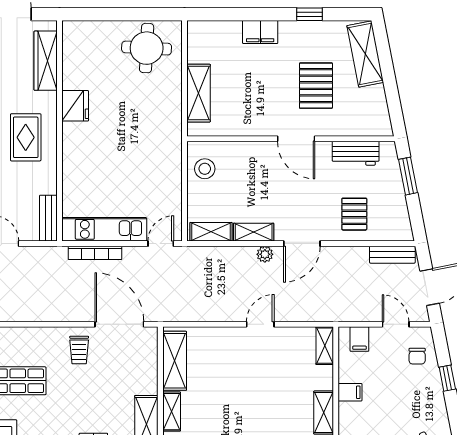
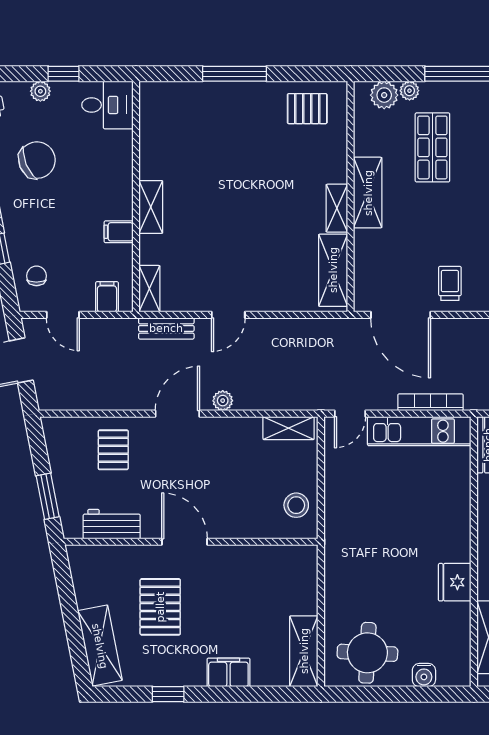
water cooler: (100, 30) -> (424, 675), added
shelving: (199, 93) -> (304, 651), moved
shelving: (254, 232) -> (236, 428), removed
bench: (392, 255) -> (166, 328), moved

